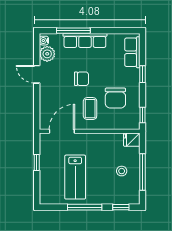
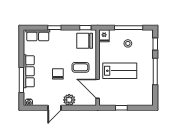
plant: (47, 54) -> (69, 100), moved
chair: (115, 98) -> (85, 41), moved, turned 180
lab bench: (75, 177) -> (120, 71), moved

